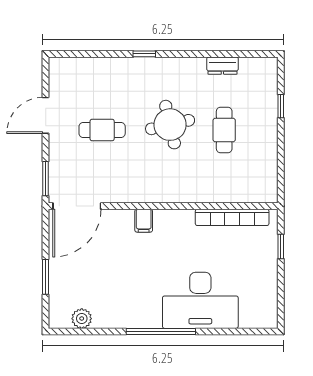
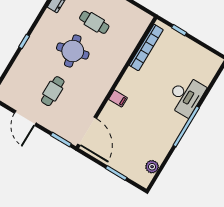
desk: (200, 300) -> (186, 96), width x0.73, depth x0.77

